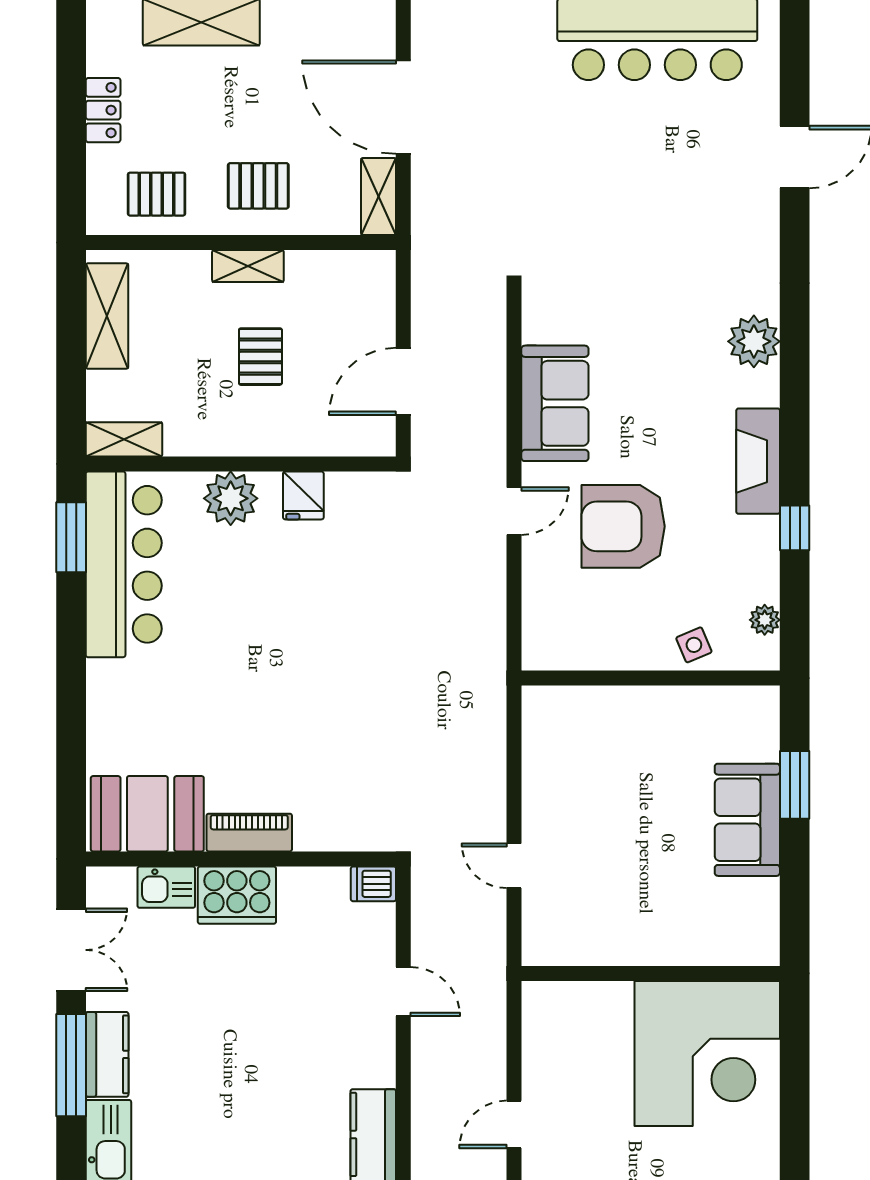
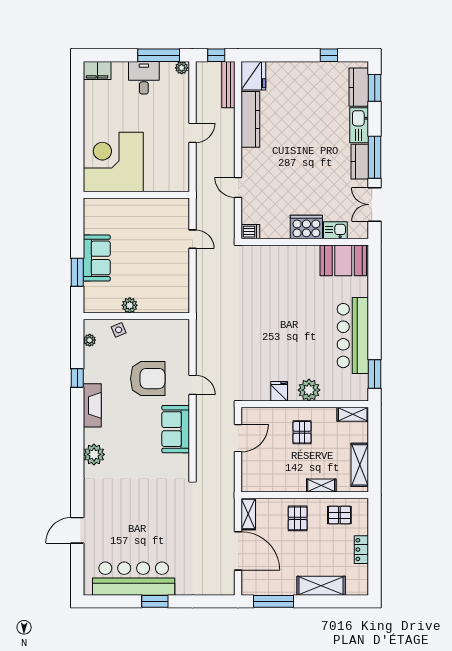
pallet: (258, 186) -> (298, 518), turned 90
shelving: (248, 266) -> (321, 486), moved
pallet: (260, 357) -> (302, 432), moved
door: (514, 511) -> (193, 385), swing flipped
bar counter: (124, 564) -> (353, 336), moved
plant: (667, 705) -> (130, 305), added
piano: (249, 833) -> (301, 253), removed

